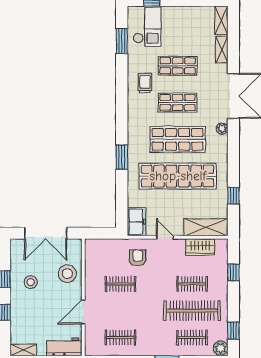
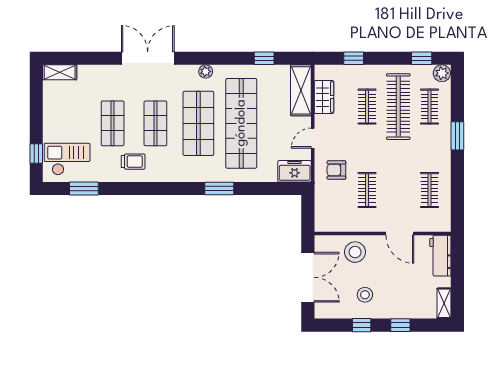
shelving: (222, 49) -> (94, 72), removed
trolley: (145, 83) -> (133, 162), turned 180
plant: (222, 129) -> (206, 71), moved

